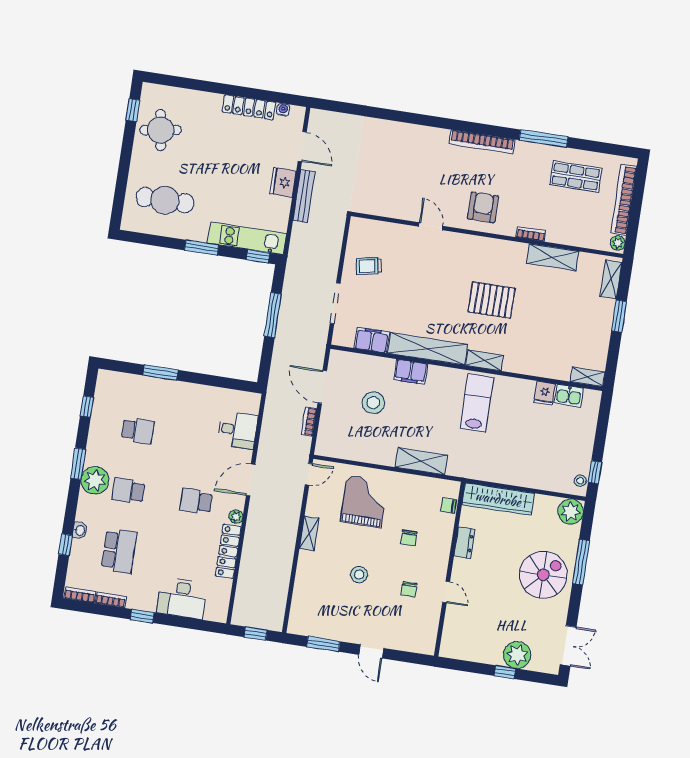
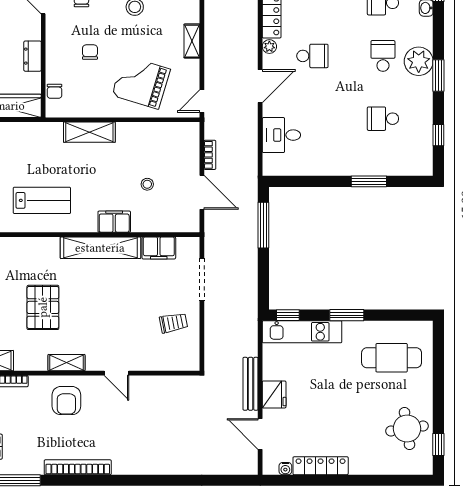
pallet: (492, 300) -> (43, 307), turned 90
window: (273, 315) -> (263, 225), moved
shelving: (485, 360) -> (66, 363), moved
stool: (373, 403) -> (147, 184), width x0.53, depth x0.53
lab bench: (477, 403) -> (42, 200), turned -90
school desk: (128, 491) -> (383, 56), turned -90
grand piano: (364, 501) -> (141, 82), turned 107
chair: (448, 506) -> (54, 91), turned 90

